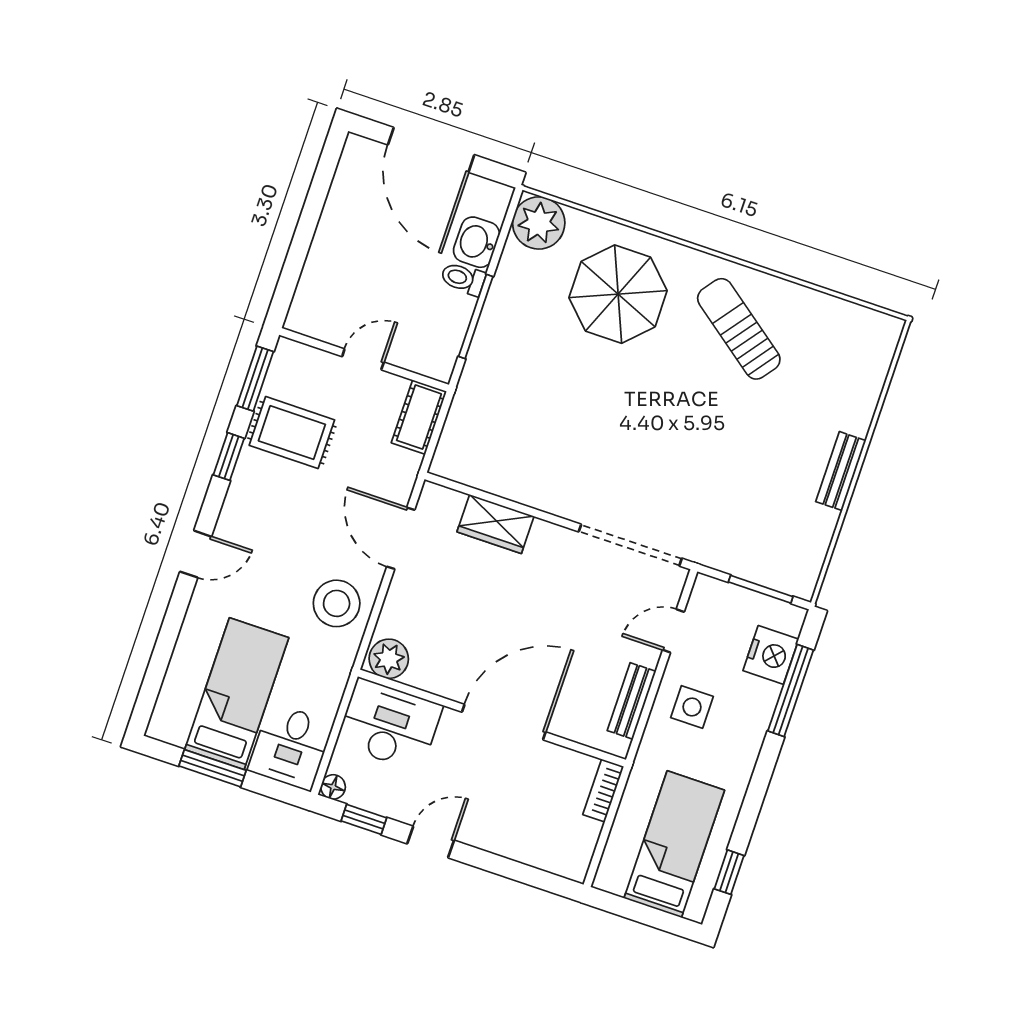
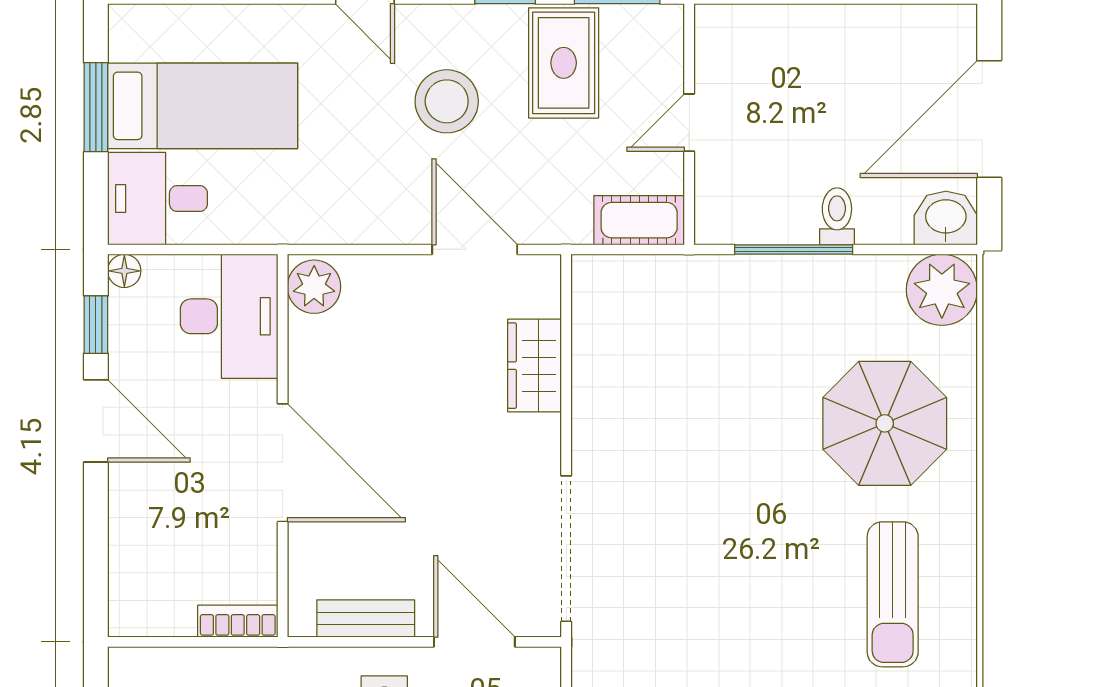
washbasin: (476, 242) -> (946, 218), moved
sun lounger: (739, 329) -> (893, 594), turned 143
door: (363, 359) -> (689, 123), swing flipped
door: (401, 538) -> (475, 249), hinge flipped
stool: (337, 603) -> (447, 101), moved
door: (673, 631) -> (474, 642), width x1.38
door: (431, 842) -> (96, 421), width x1.38

